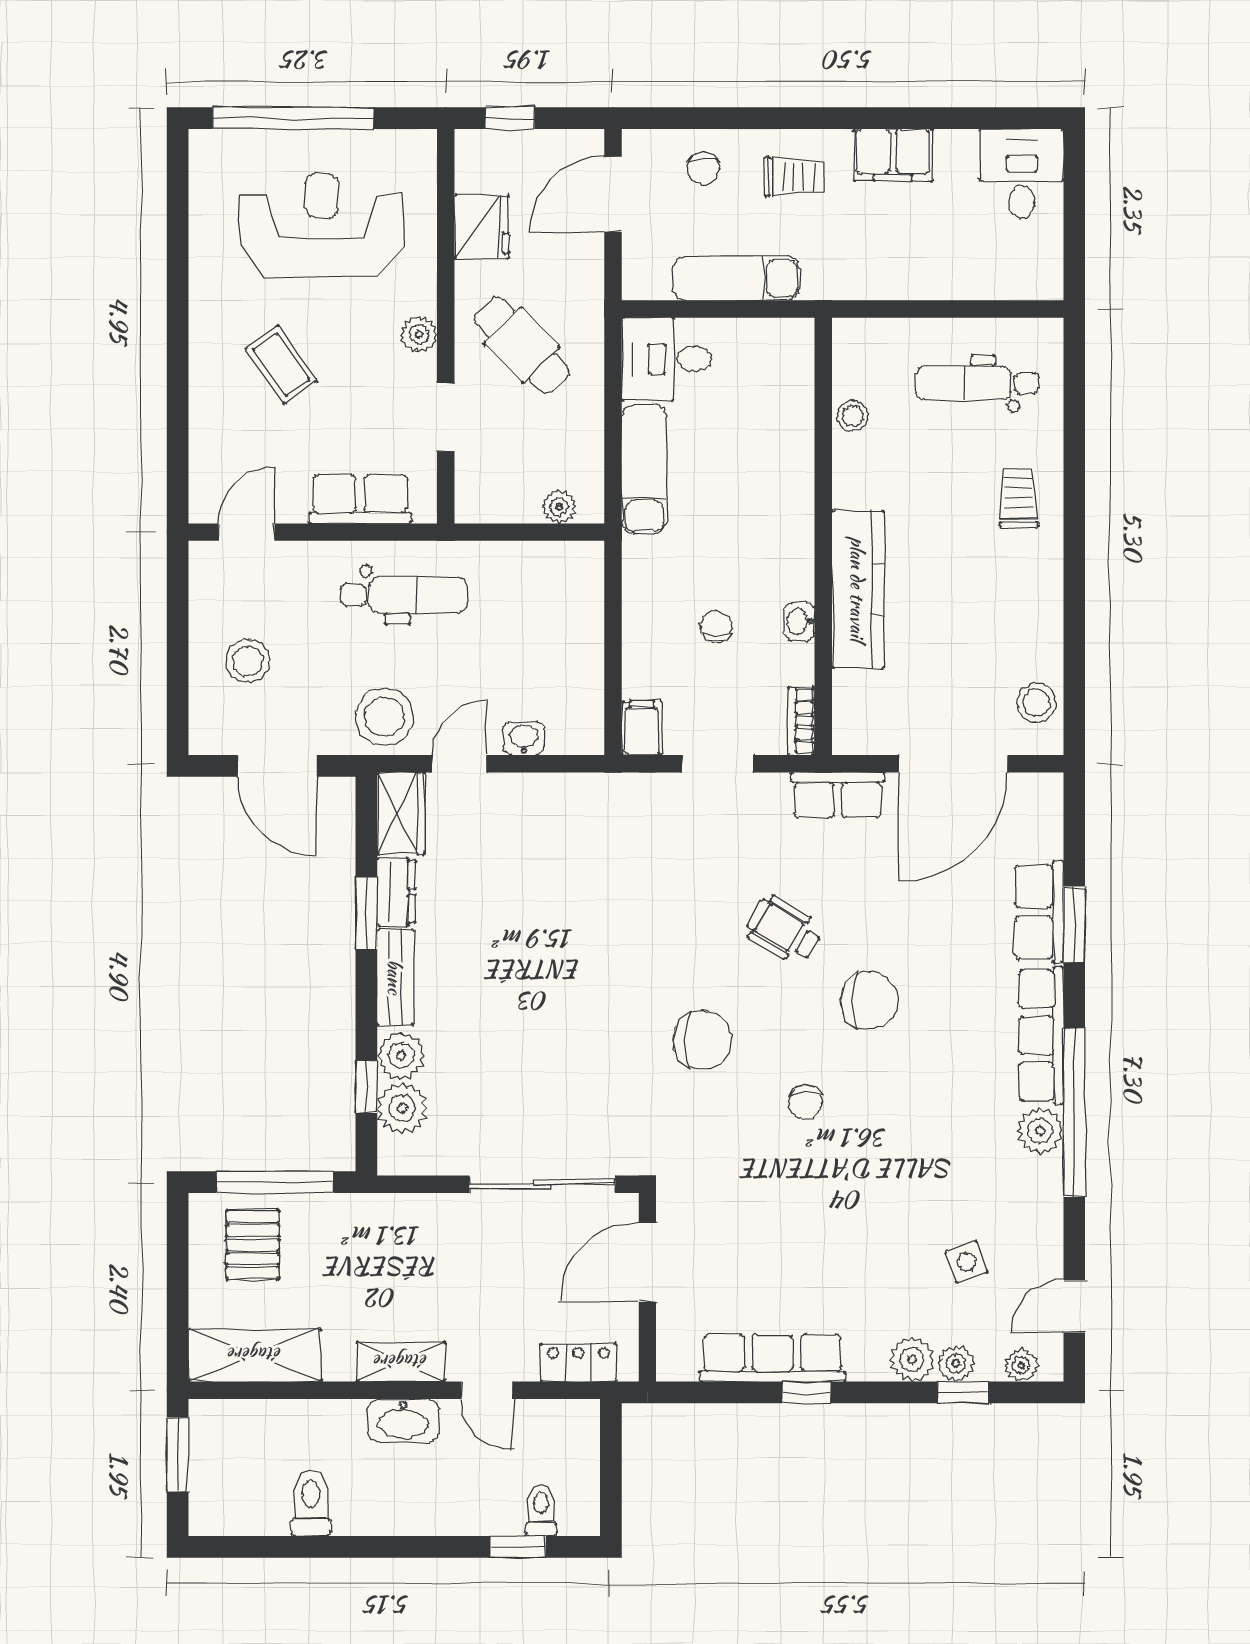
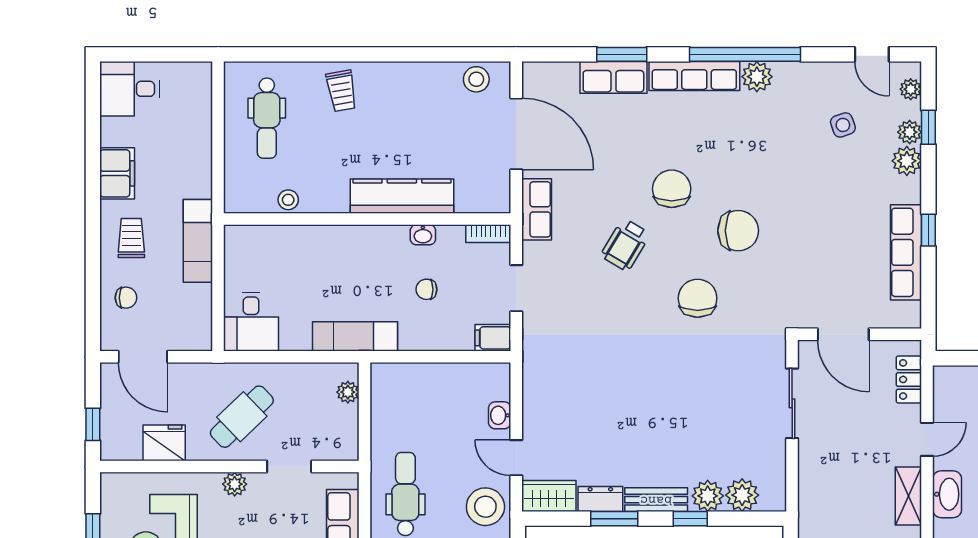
exam couch: (736, 278) -> (198, 241), moved
exam couch: (644, 469) -> (355, 336), moved
trolley: (1019, 497) -> (341, 91), turned -100
window: (366, 1087) -> (690, 519), moved
chair: (805, 1102) -> (738, 231), width x1.87, depth x1.87
sliding door: (542, 1184) -> (792, 403), width x0.73

